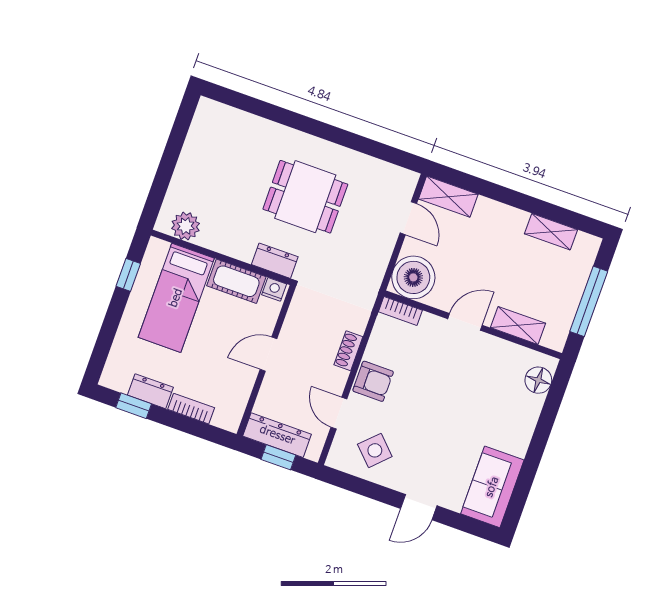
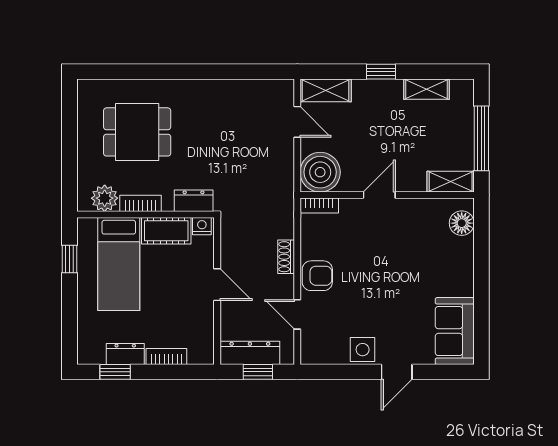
dining table: (305, 197) -> (137, 132), moved
window: (511, 198) -> (381, 72), added
bookcase: (220, 244) -> (140, 203), added
shelving: (518, 325) -> (451, 182), moved
door: (268, 354) -> (217, 285), swing flipped
side table: (375, 450) -> (363, 350), moved, turned 45

